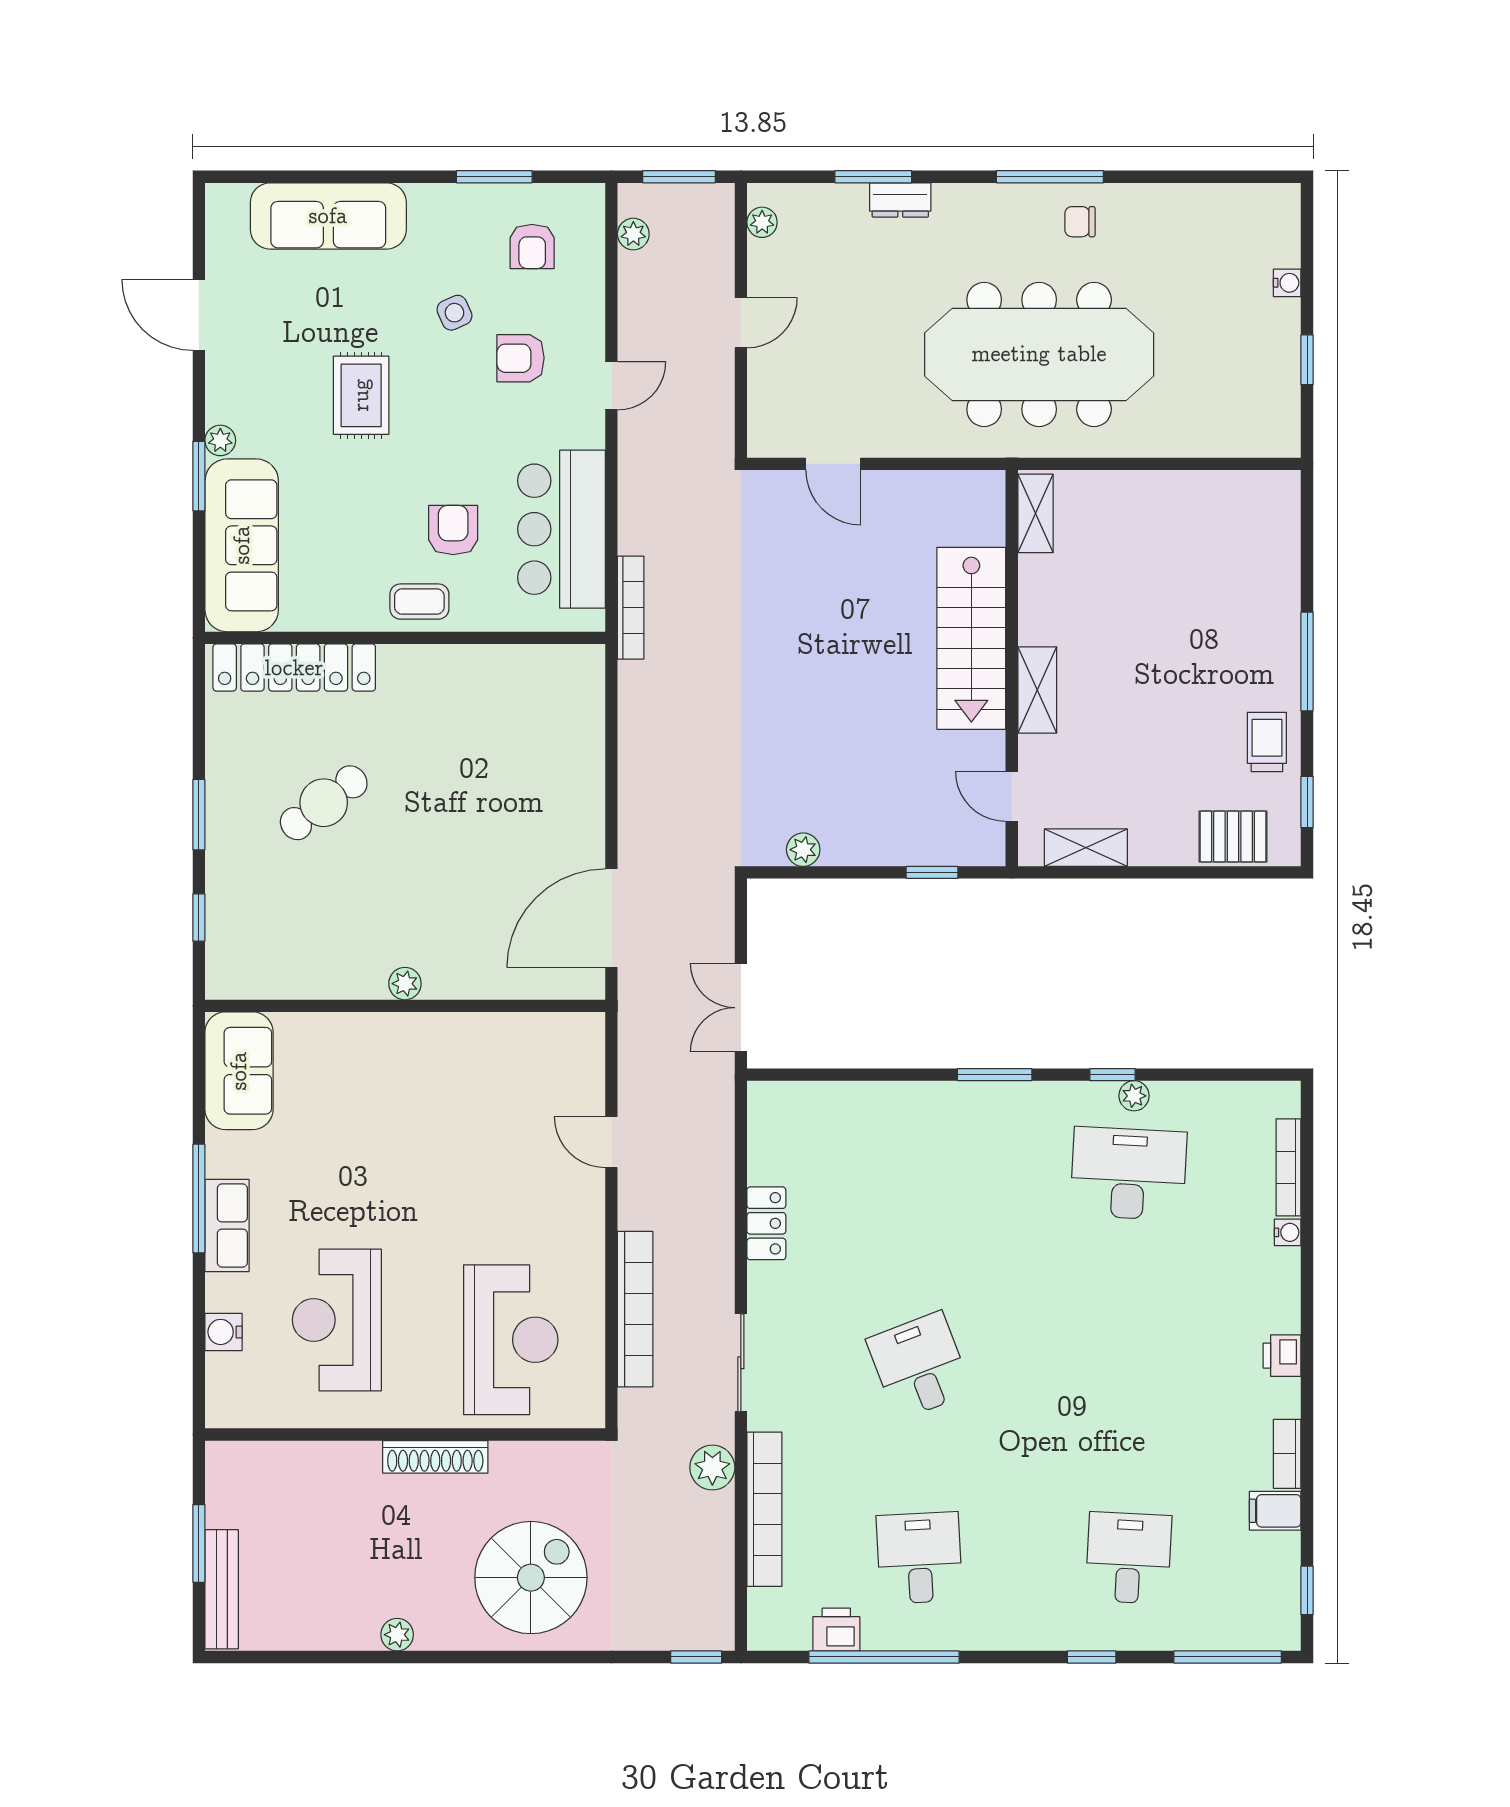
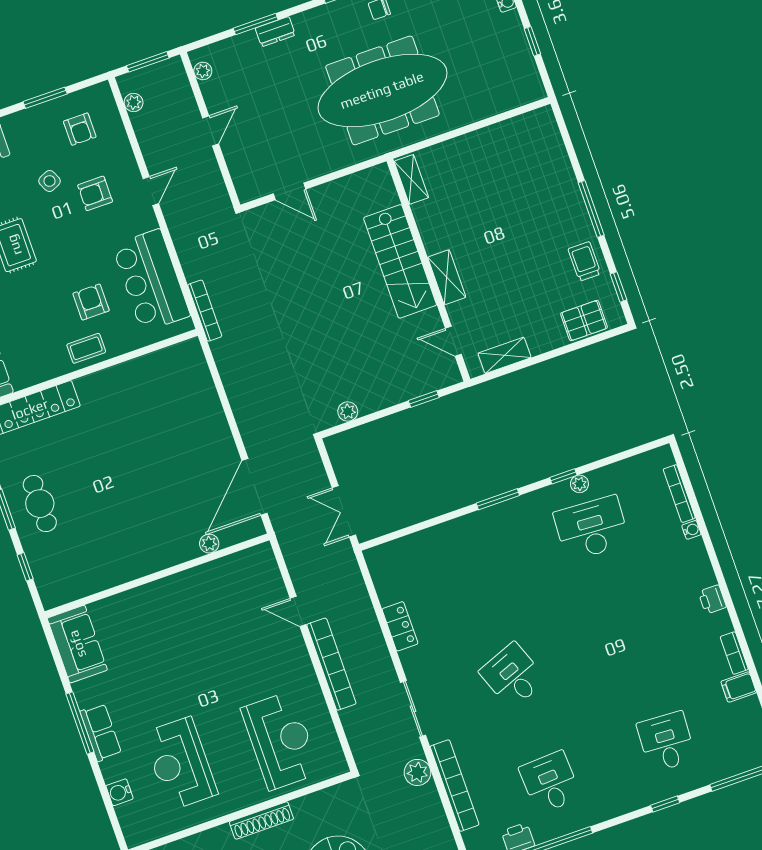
cafe table: (324, 803) -> (40, 504), moved, turned -53
plant: (405, 984) -> (209, 544), moved
bookcase: (635, 1309) -> (331, 664), moved

